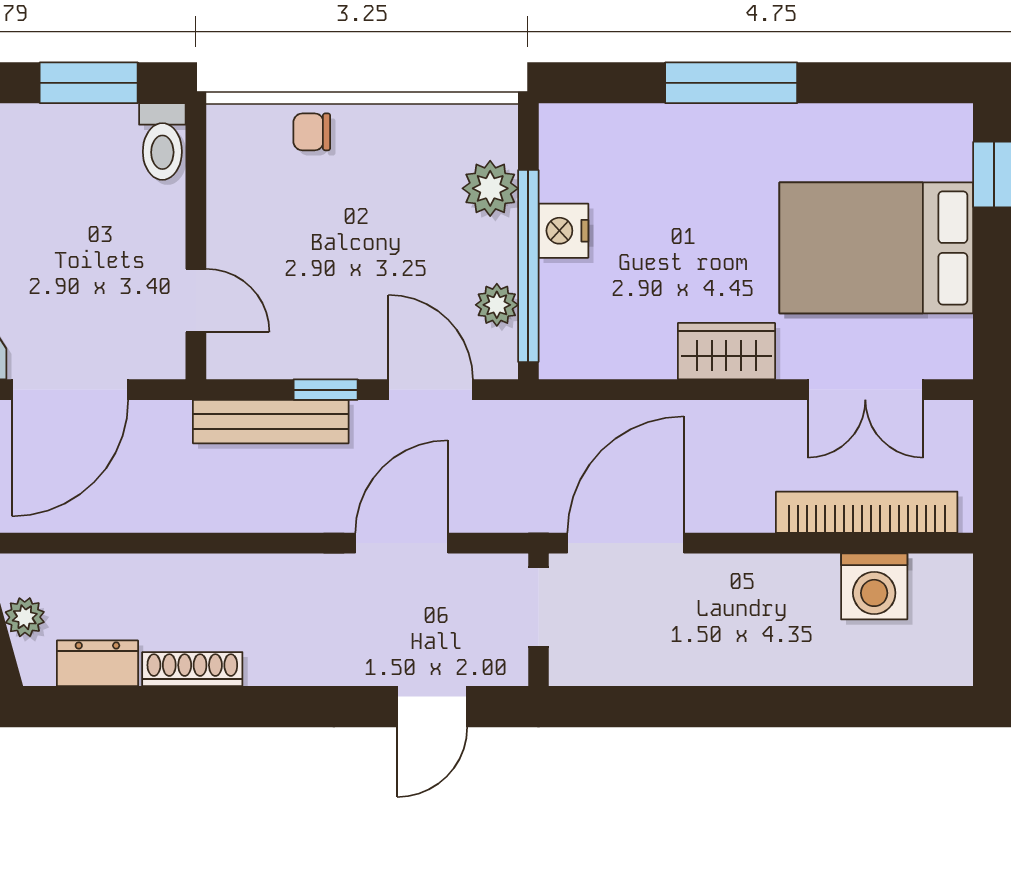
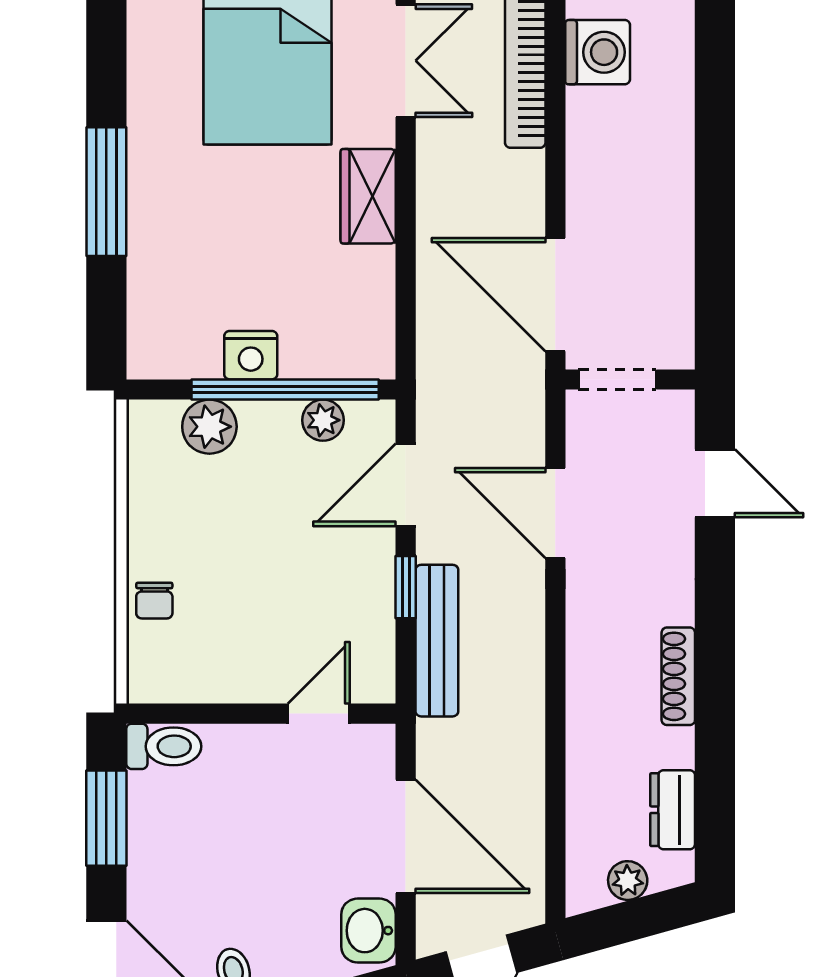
shoe rack: (192, 669) -> (678, 676), moved

